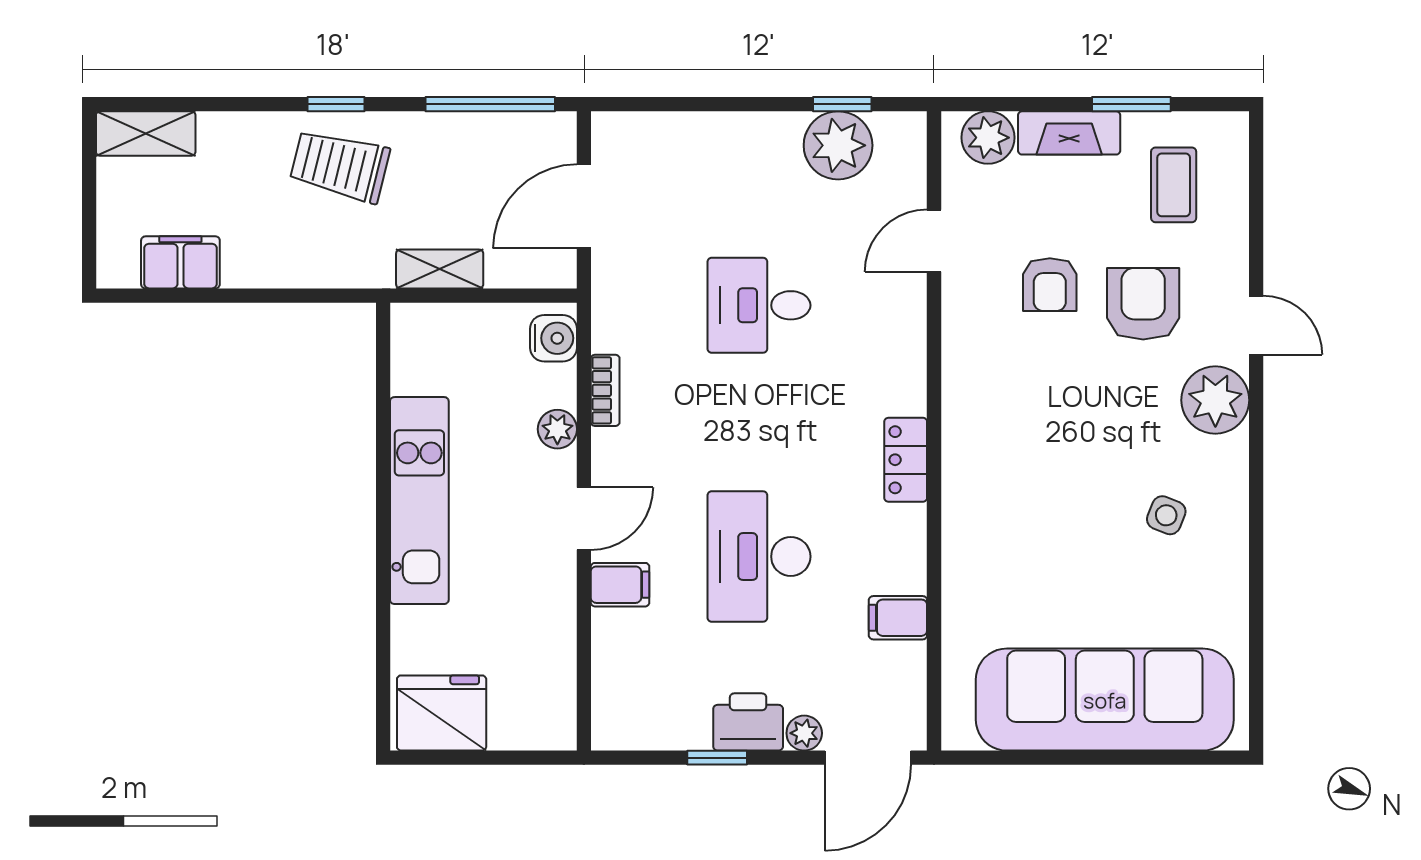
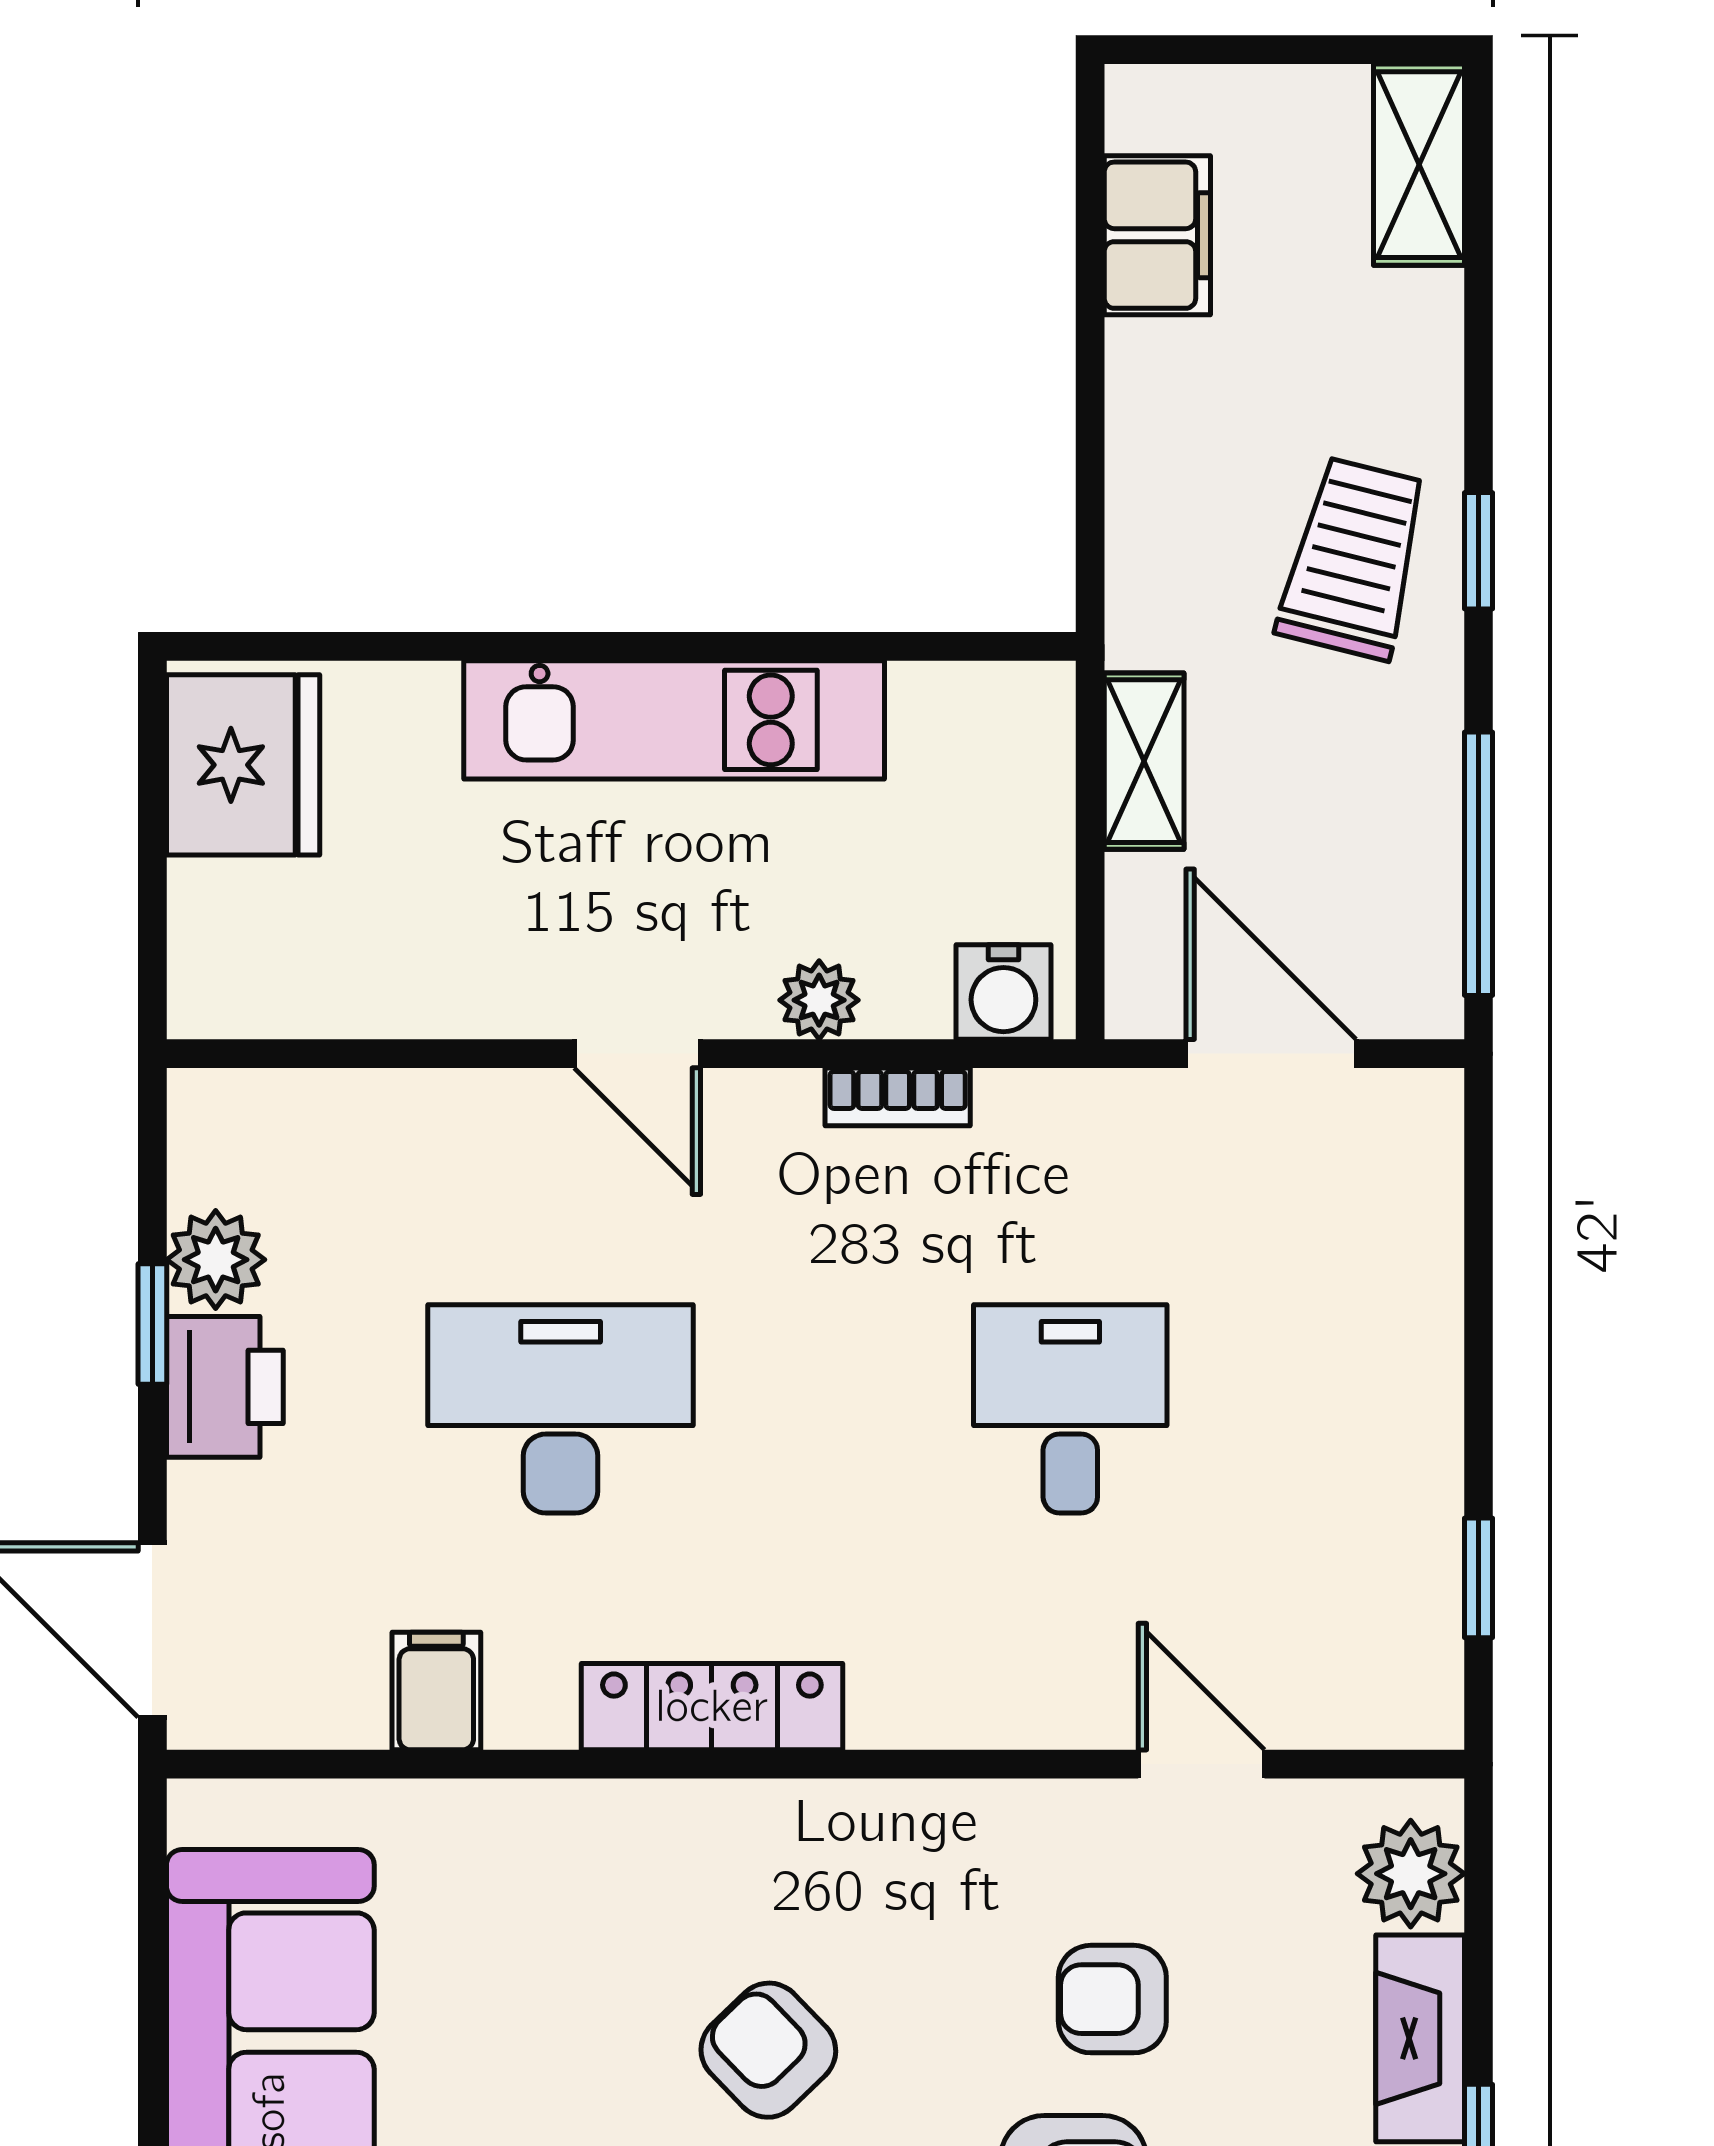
plant: (838, 145) -> (1395, 1569), removed
armchair: (1075, 454) -> (768, 2050), added
locker: (906, 460) -> (712, 1707), width x1.53
filing cabinet: (620, 585) -> (503, 1127), removed
plant: (804, 733) -> (216, 1260), moved, width x1.38, depth x1.38

